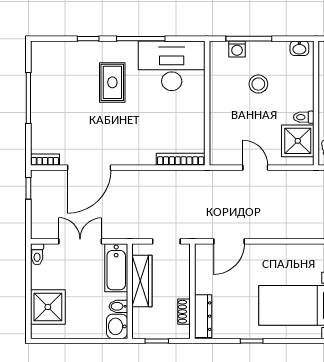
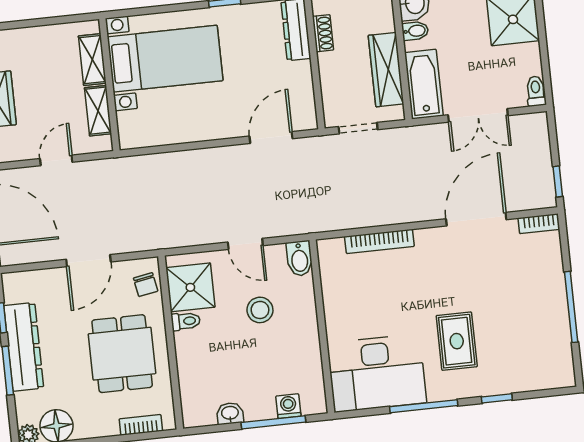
washbasin: (299, 48) -> (230, 413), moved
stool: (258, 84) -> (260, 310), moved
bidet: (218, 153) -> (299, 258), added
bookcase: (181, 159) -> (379, 241), moved

